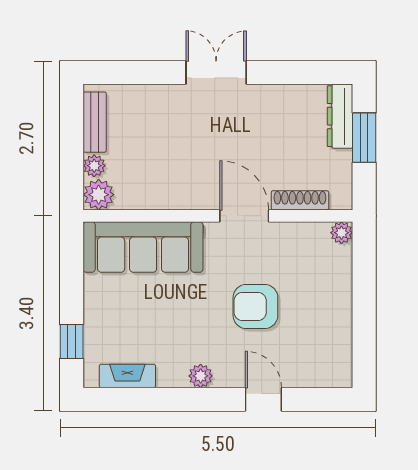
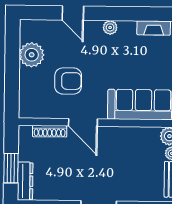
plant: (341, 233) -> (32, 55), moved, width x1.87, depth x1.87
armchair: (255, 306) -> (68, 81), moved

